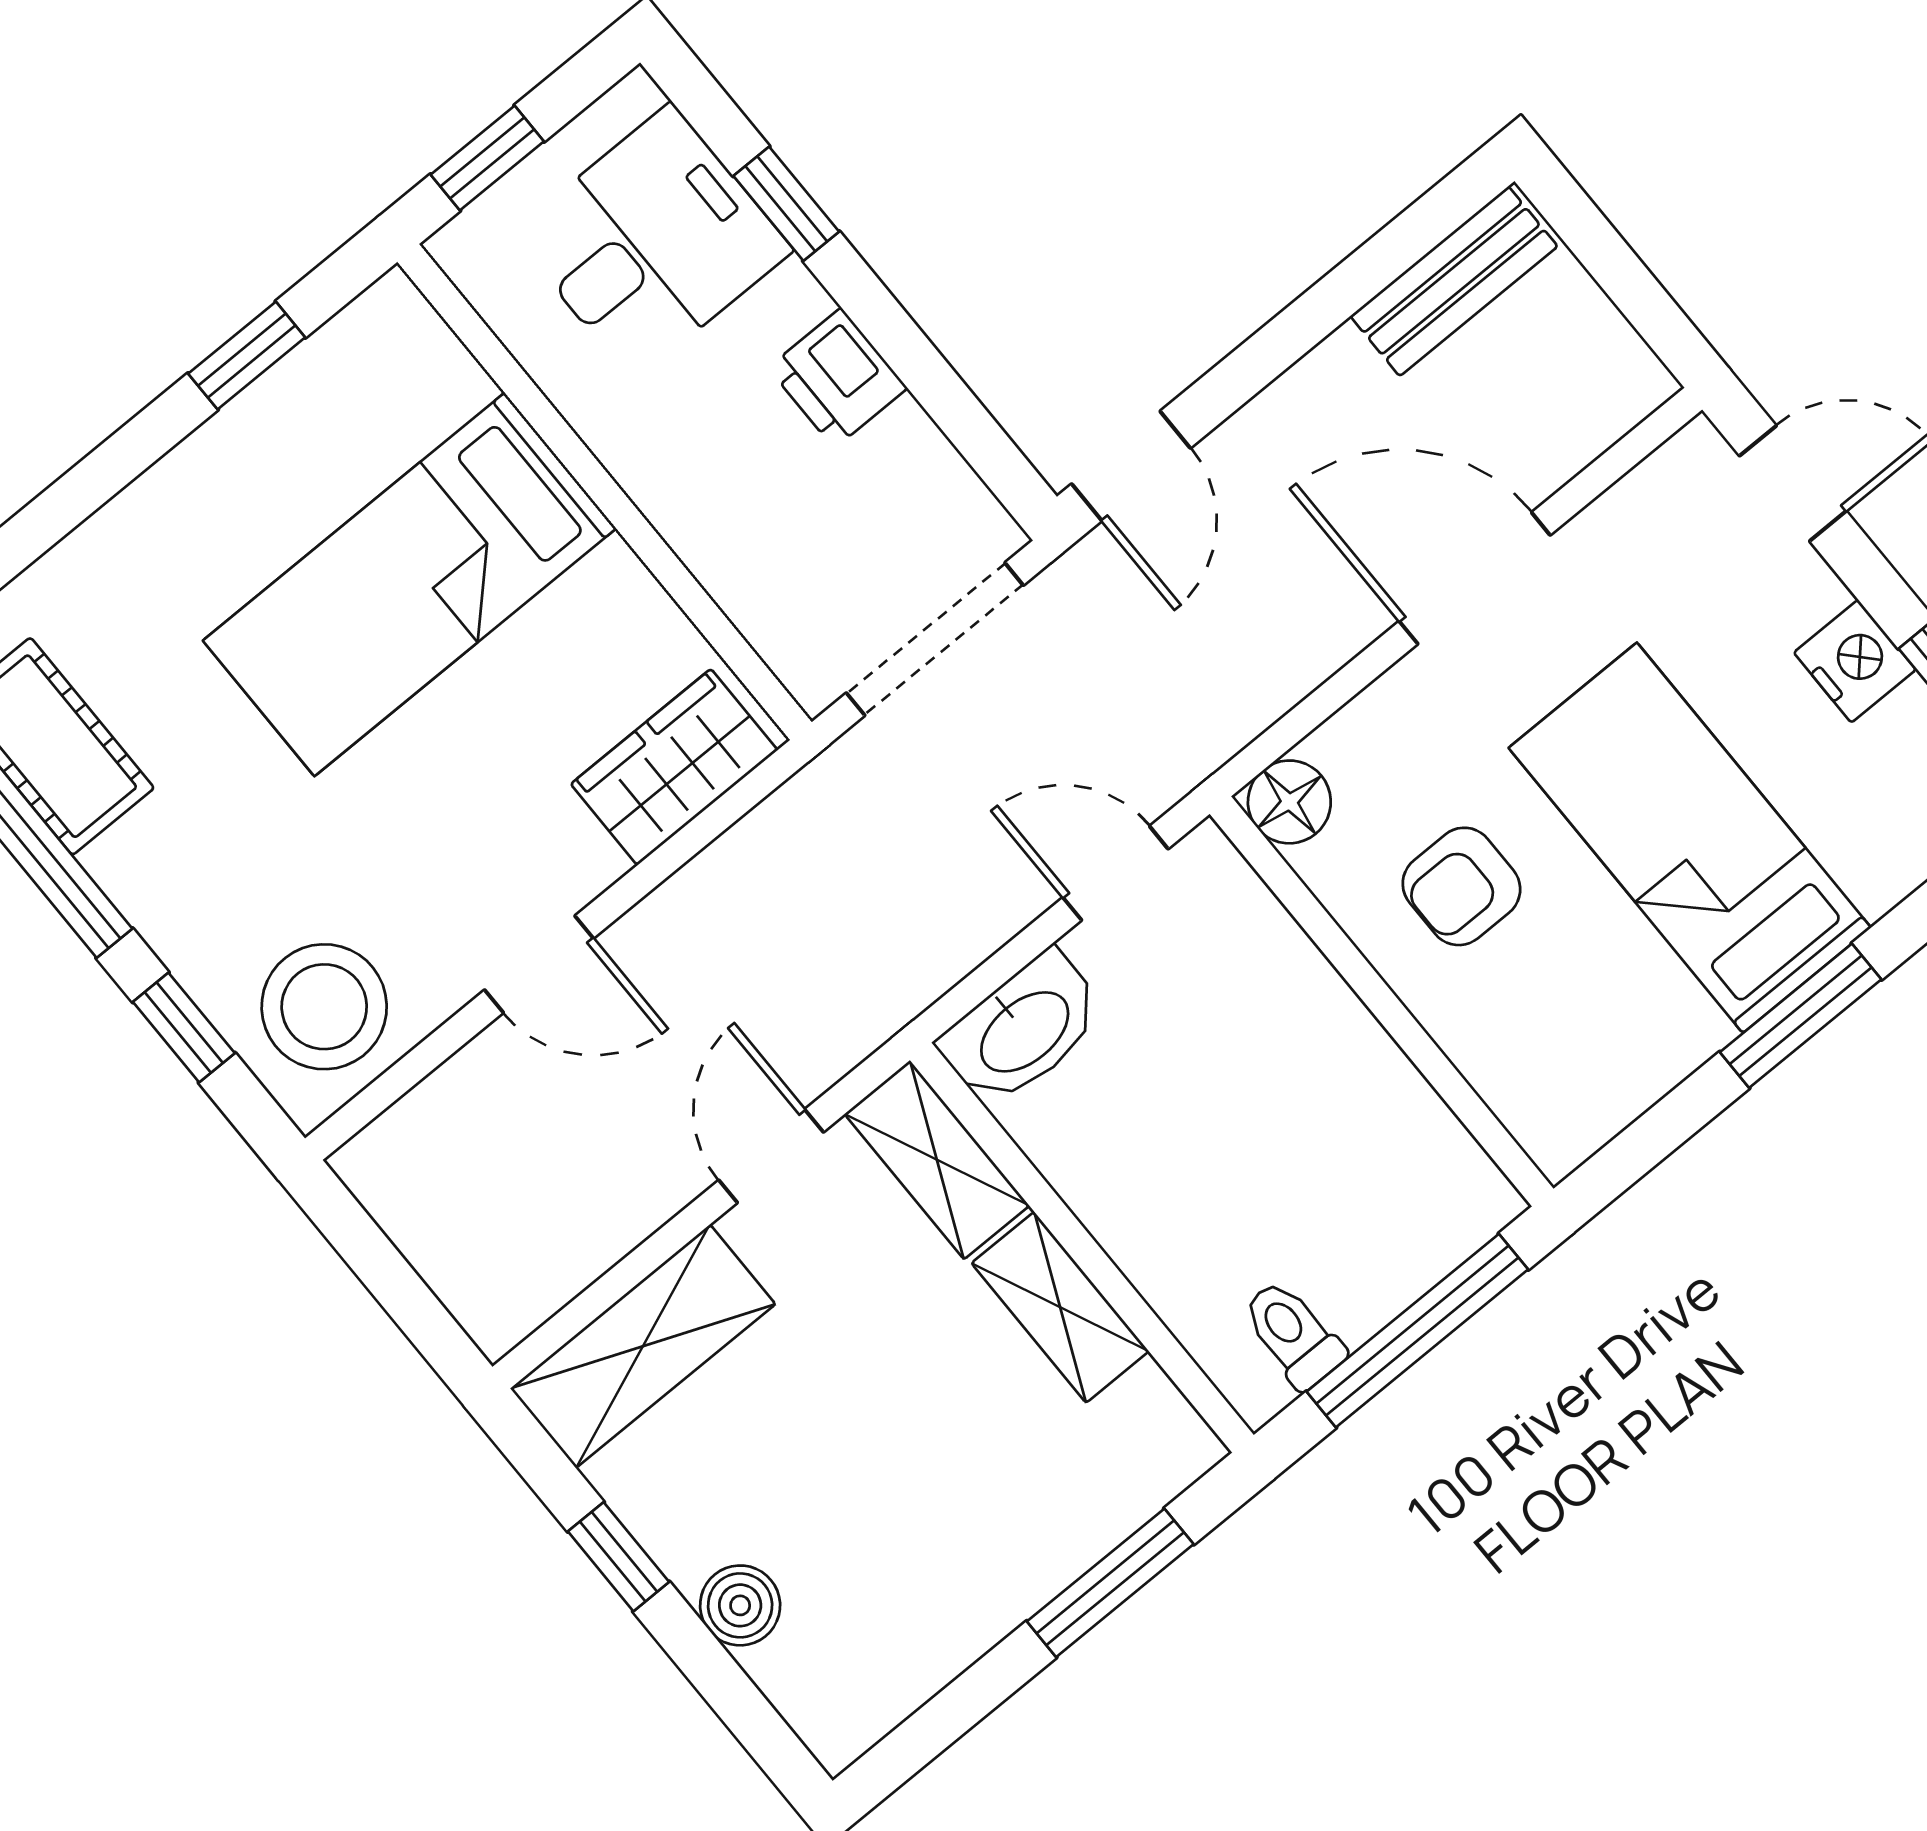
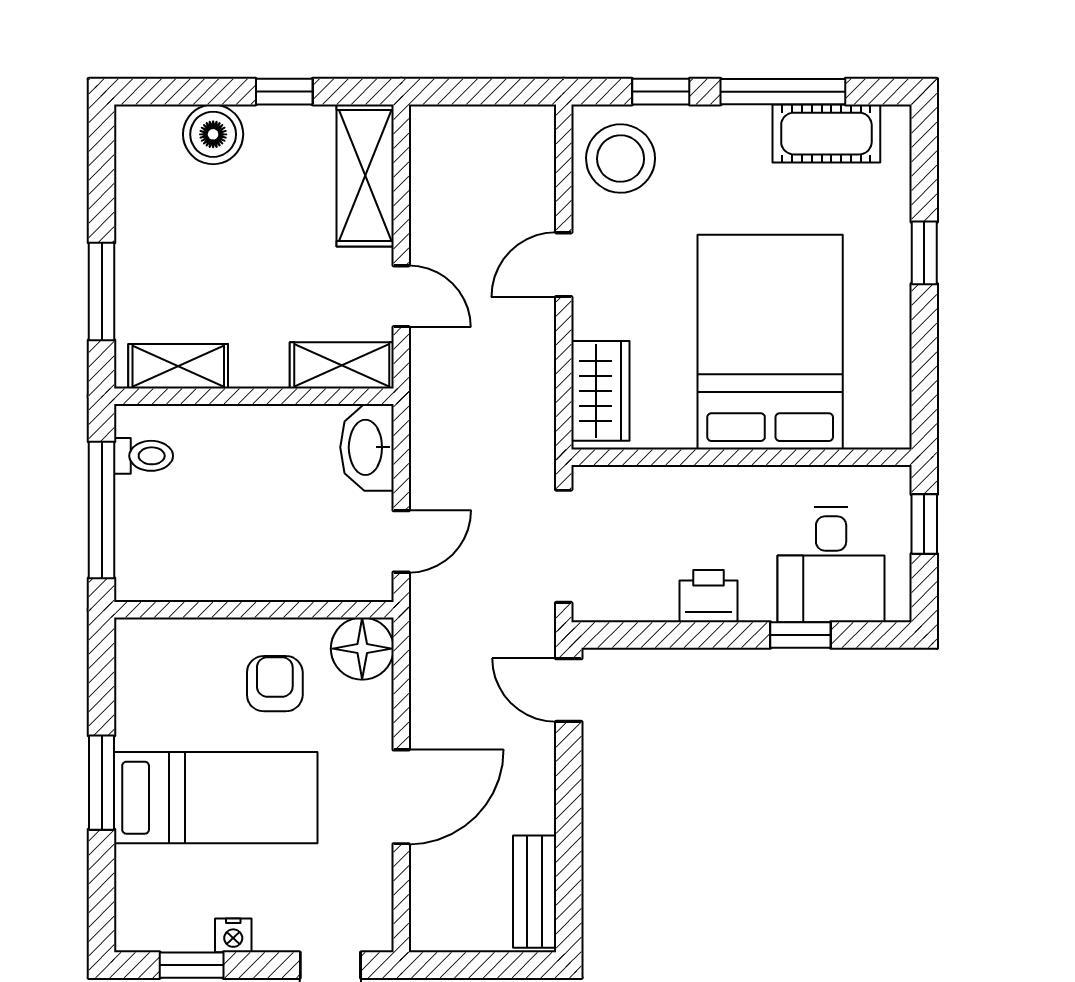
window: (247, 356) -> (924, 253), moved
bed: (410, 584) -> (770, 342), width x1.50
nightstand: (1855, 661) -> (233, 935), width x0.72, depth x0.74
floor lamp: (1289, 802) -> (362, 649), width x1.38, depth x1.38
shelving: (1060, 1307) -> (178, 366), moved
boiler: (740, 1605) -> (213, 134), width x1.36, depth x1.36

